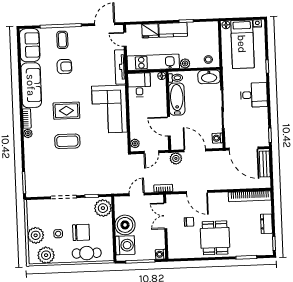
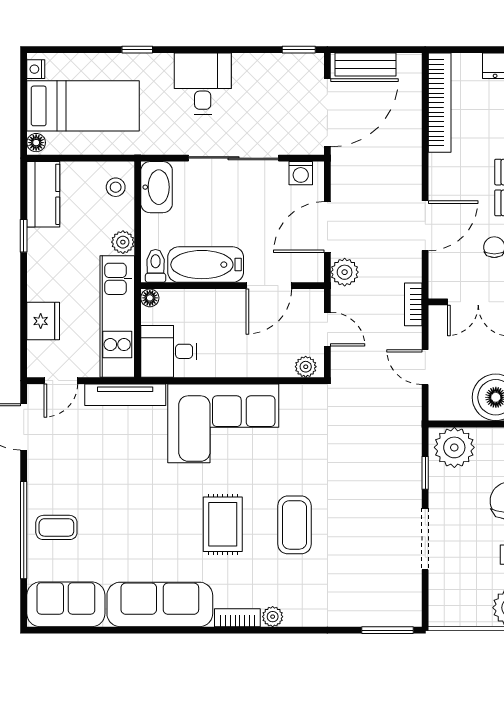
kitchen counter: (173, 30) -> (43, 194), moved
armchair: (64, 67) -> (119, 525), removed

